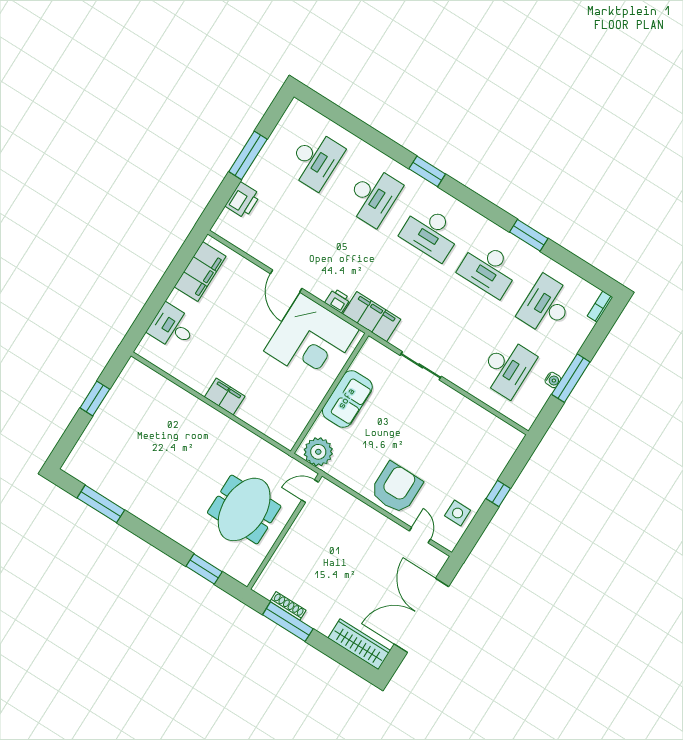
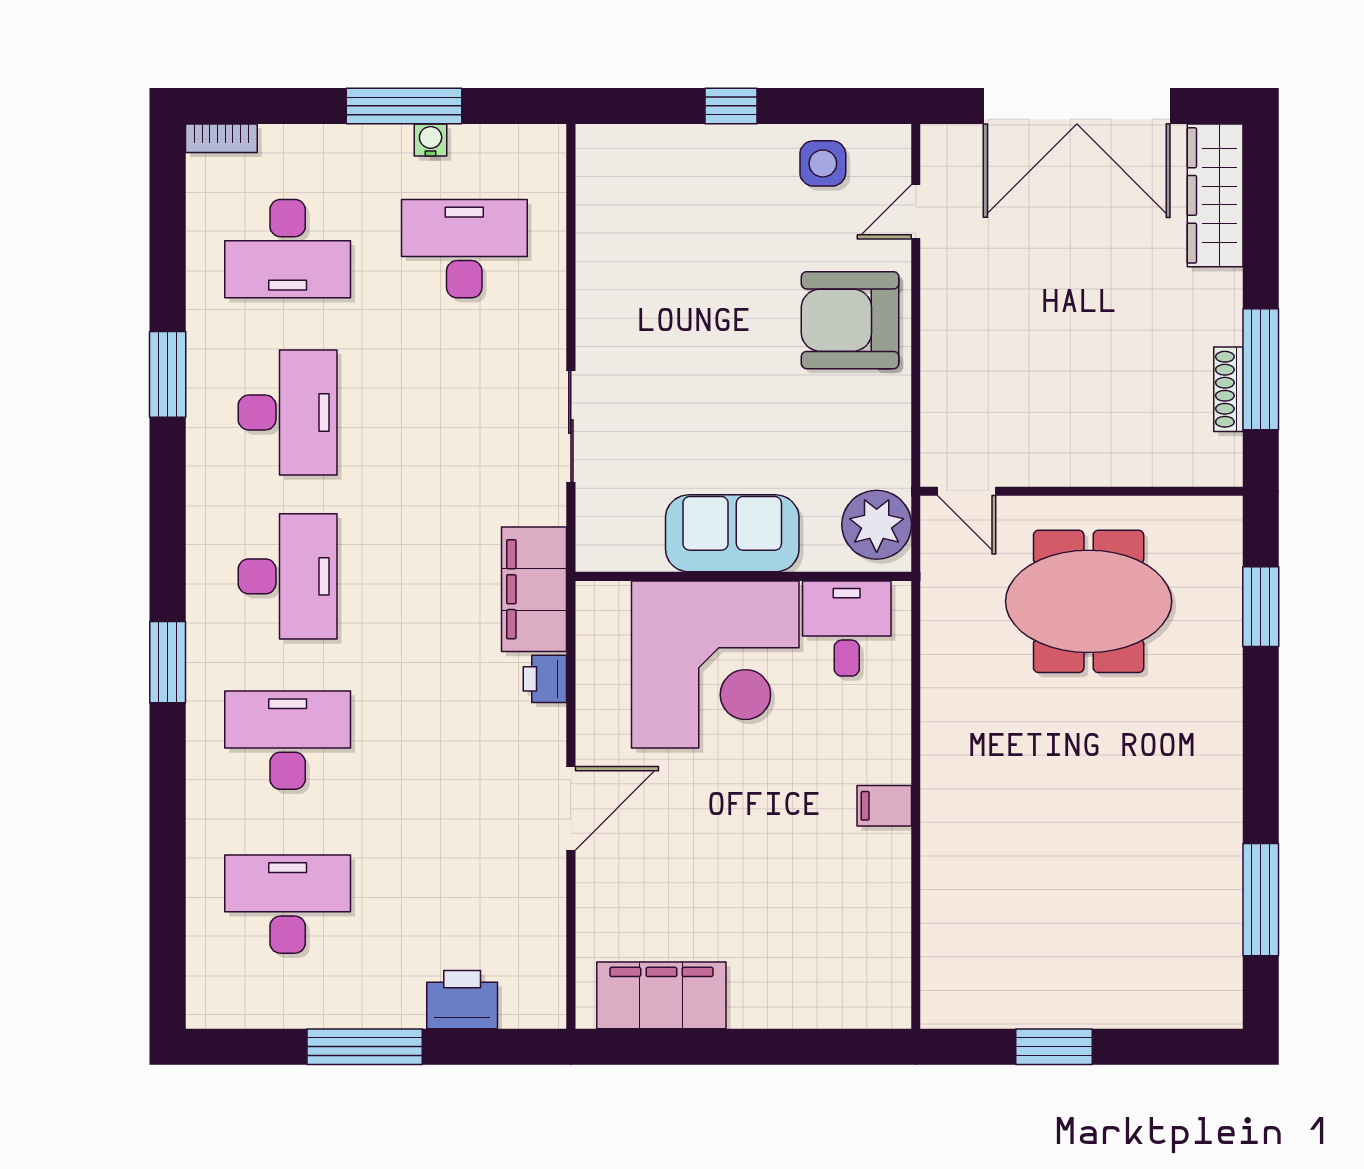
desk: (172, 327) -> (847, 629), moved, turned 180
corner desk: (311, 340) -> (715, 664), moved, turned 90
filing cabinet: (225, 397) -> (884, 806), width x0.50

